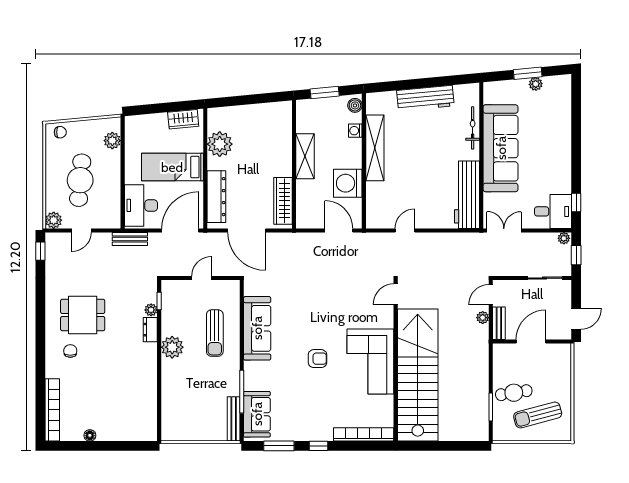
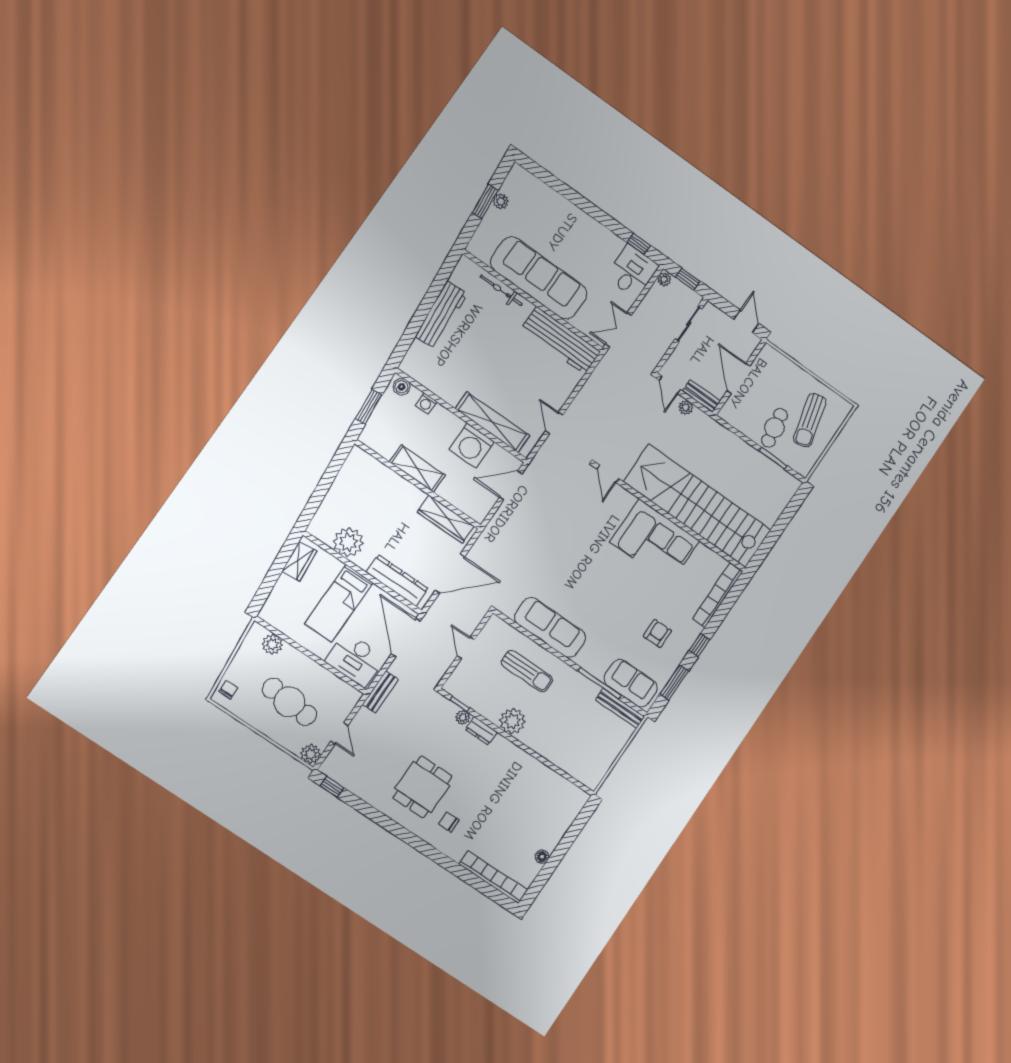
shelving: (375, 148) -> (492, 422), moved
armchair: (317, 359) -> (657, 633), moved

